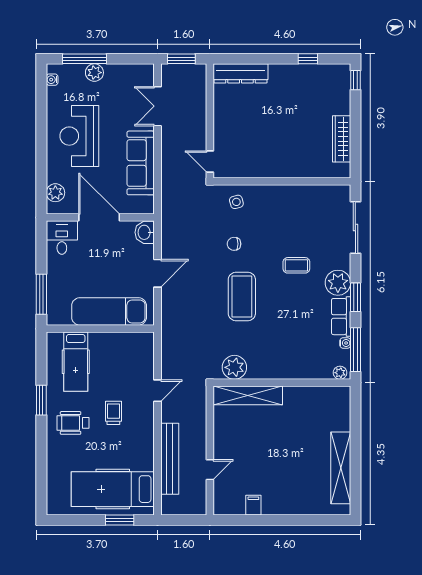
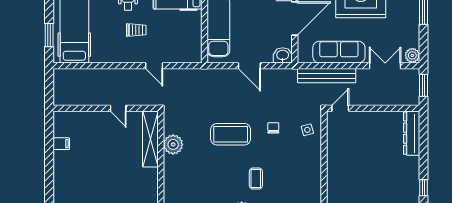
plant: (94, 73) -> (412, 55), moved
plant: (234, 367) -> (173, 144), moved
bench: (170, 459) -> (327, 76), moved
door: (210, 470) -> (118, 108), moved

